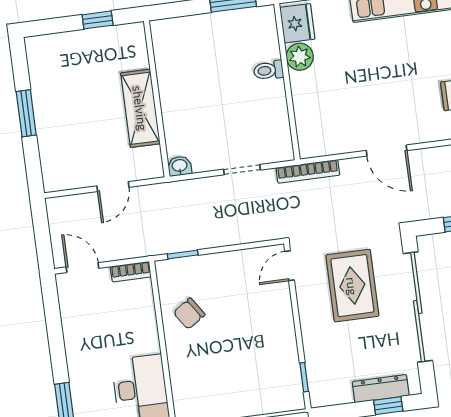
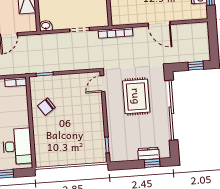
dresser: (381, 389) -> (148, 154), width x0.70

